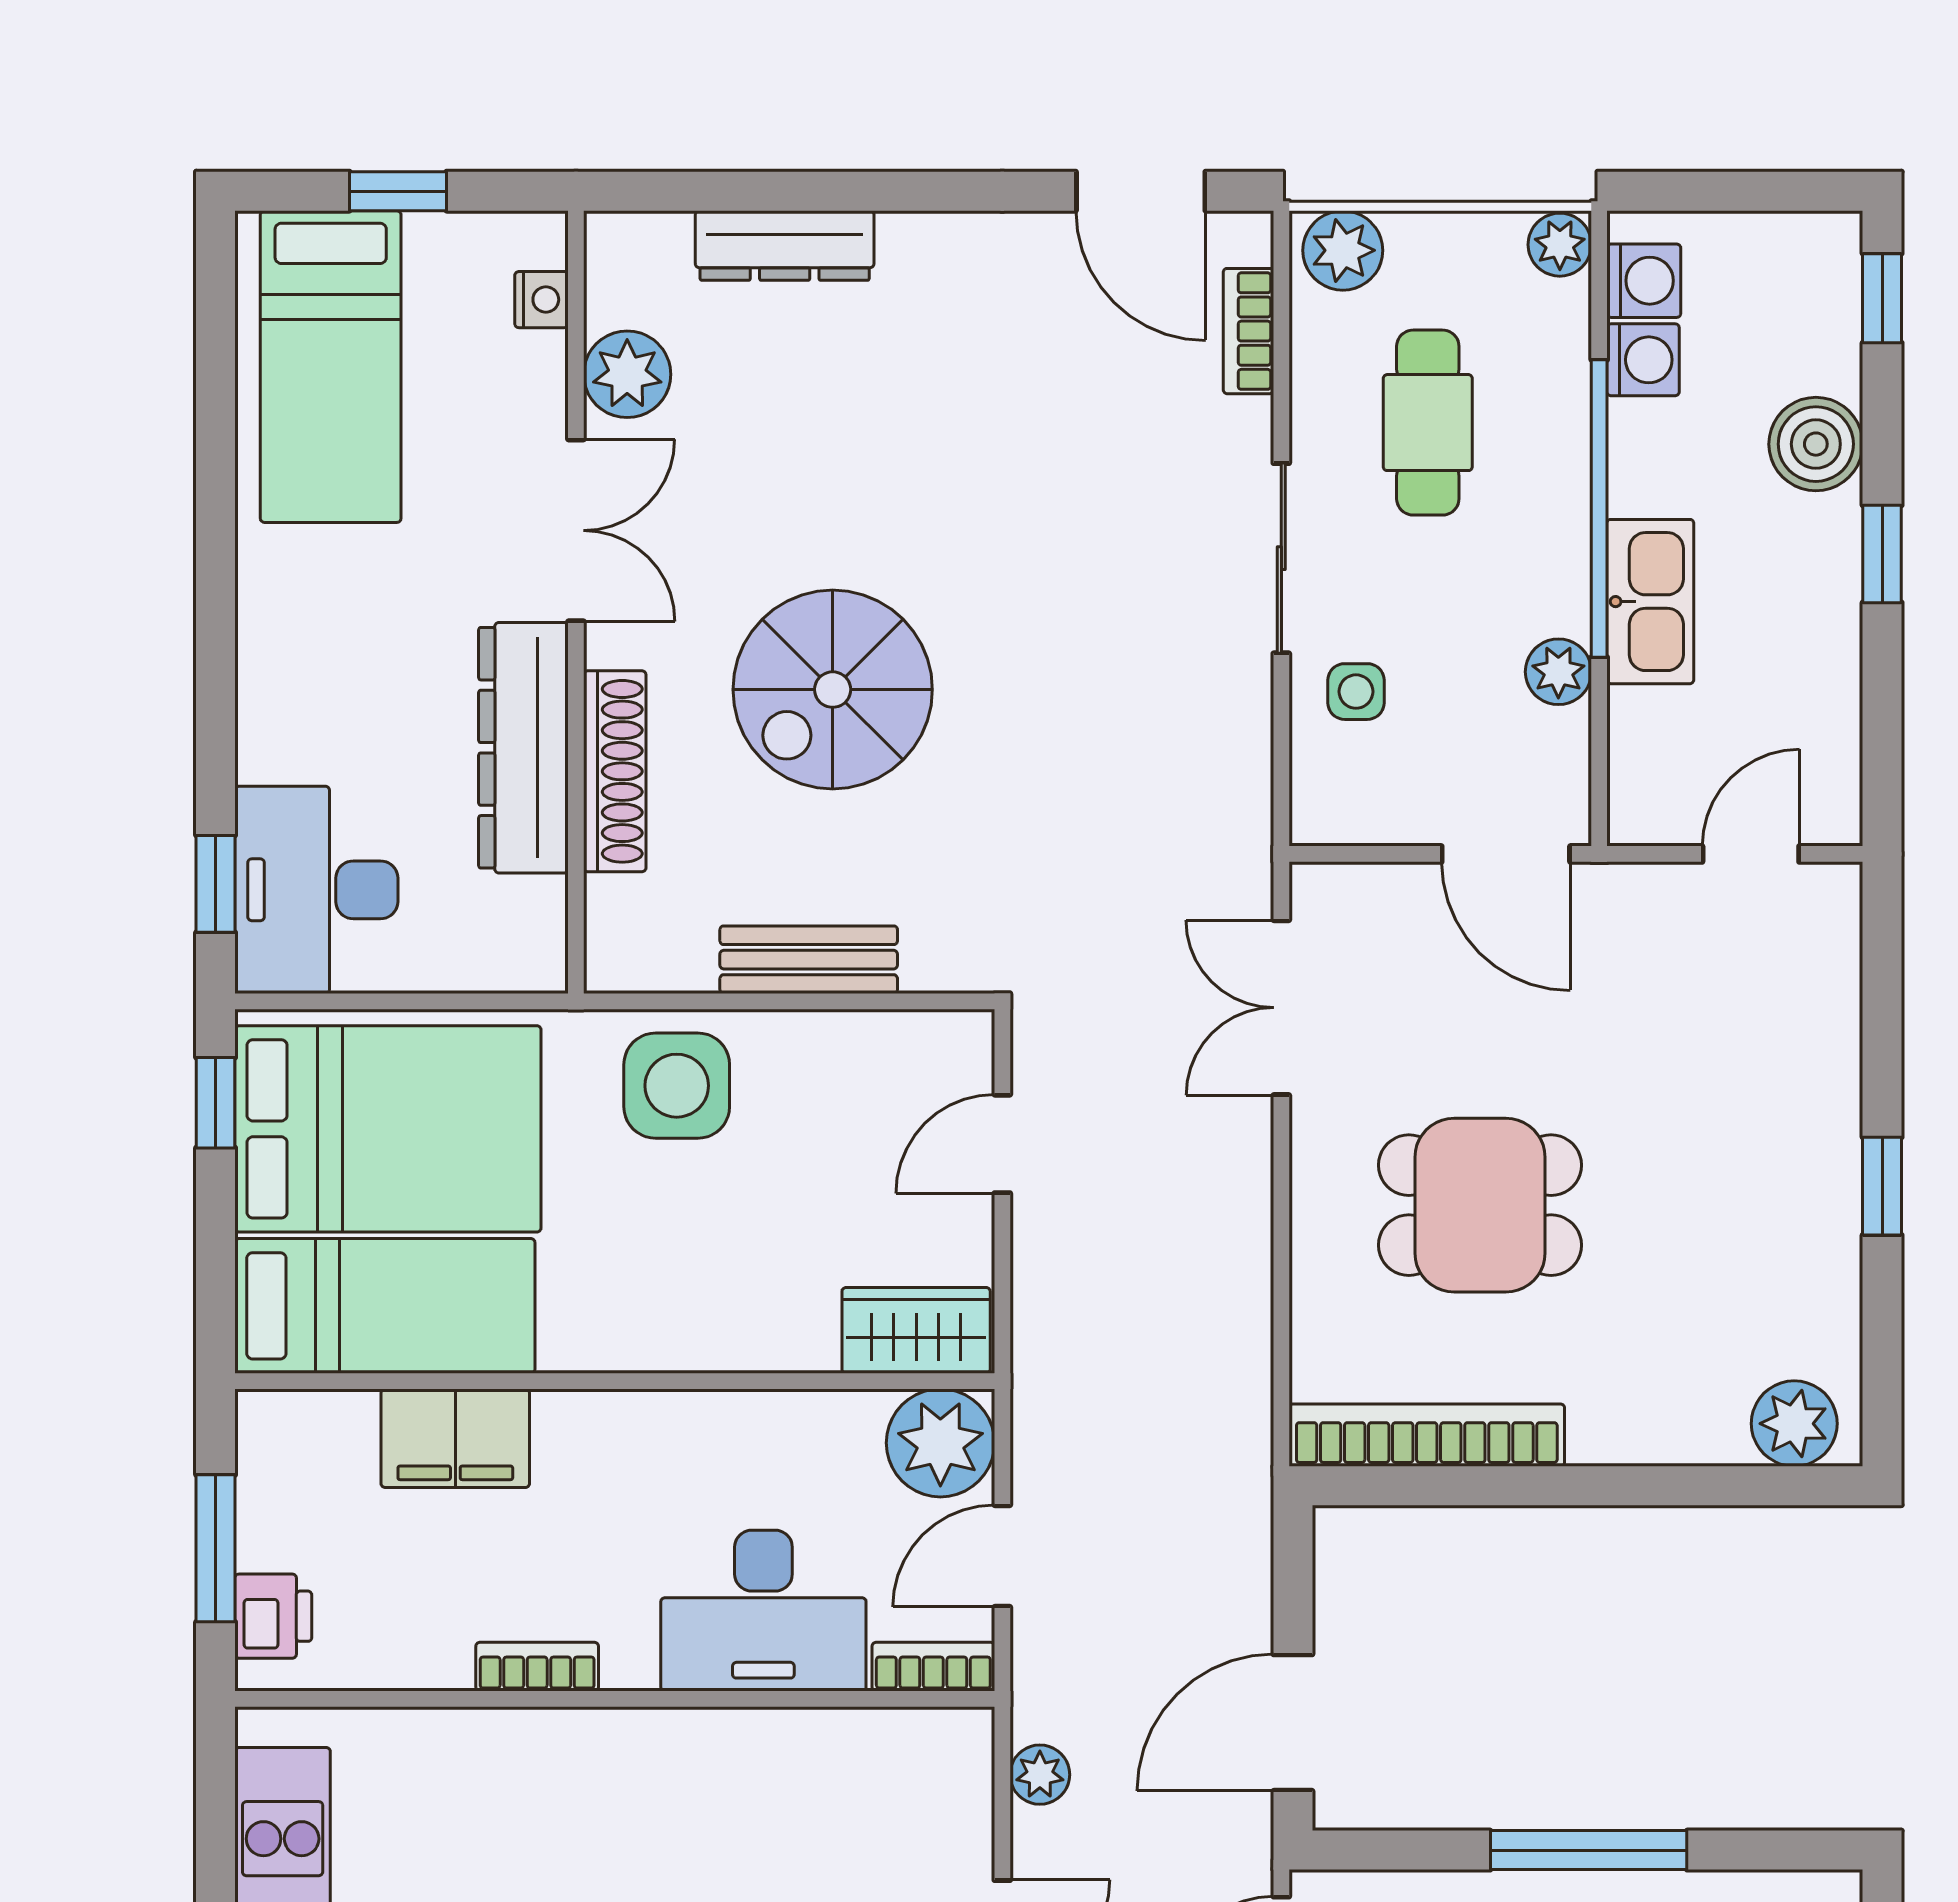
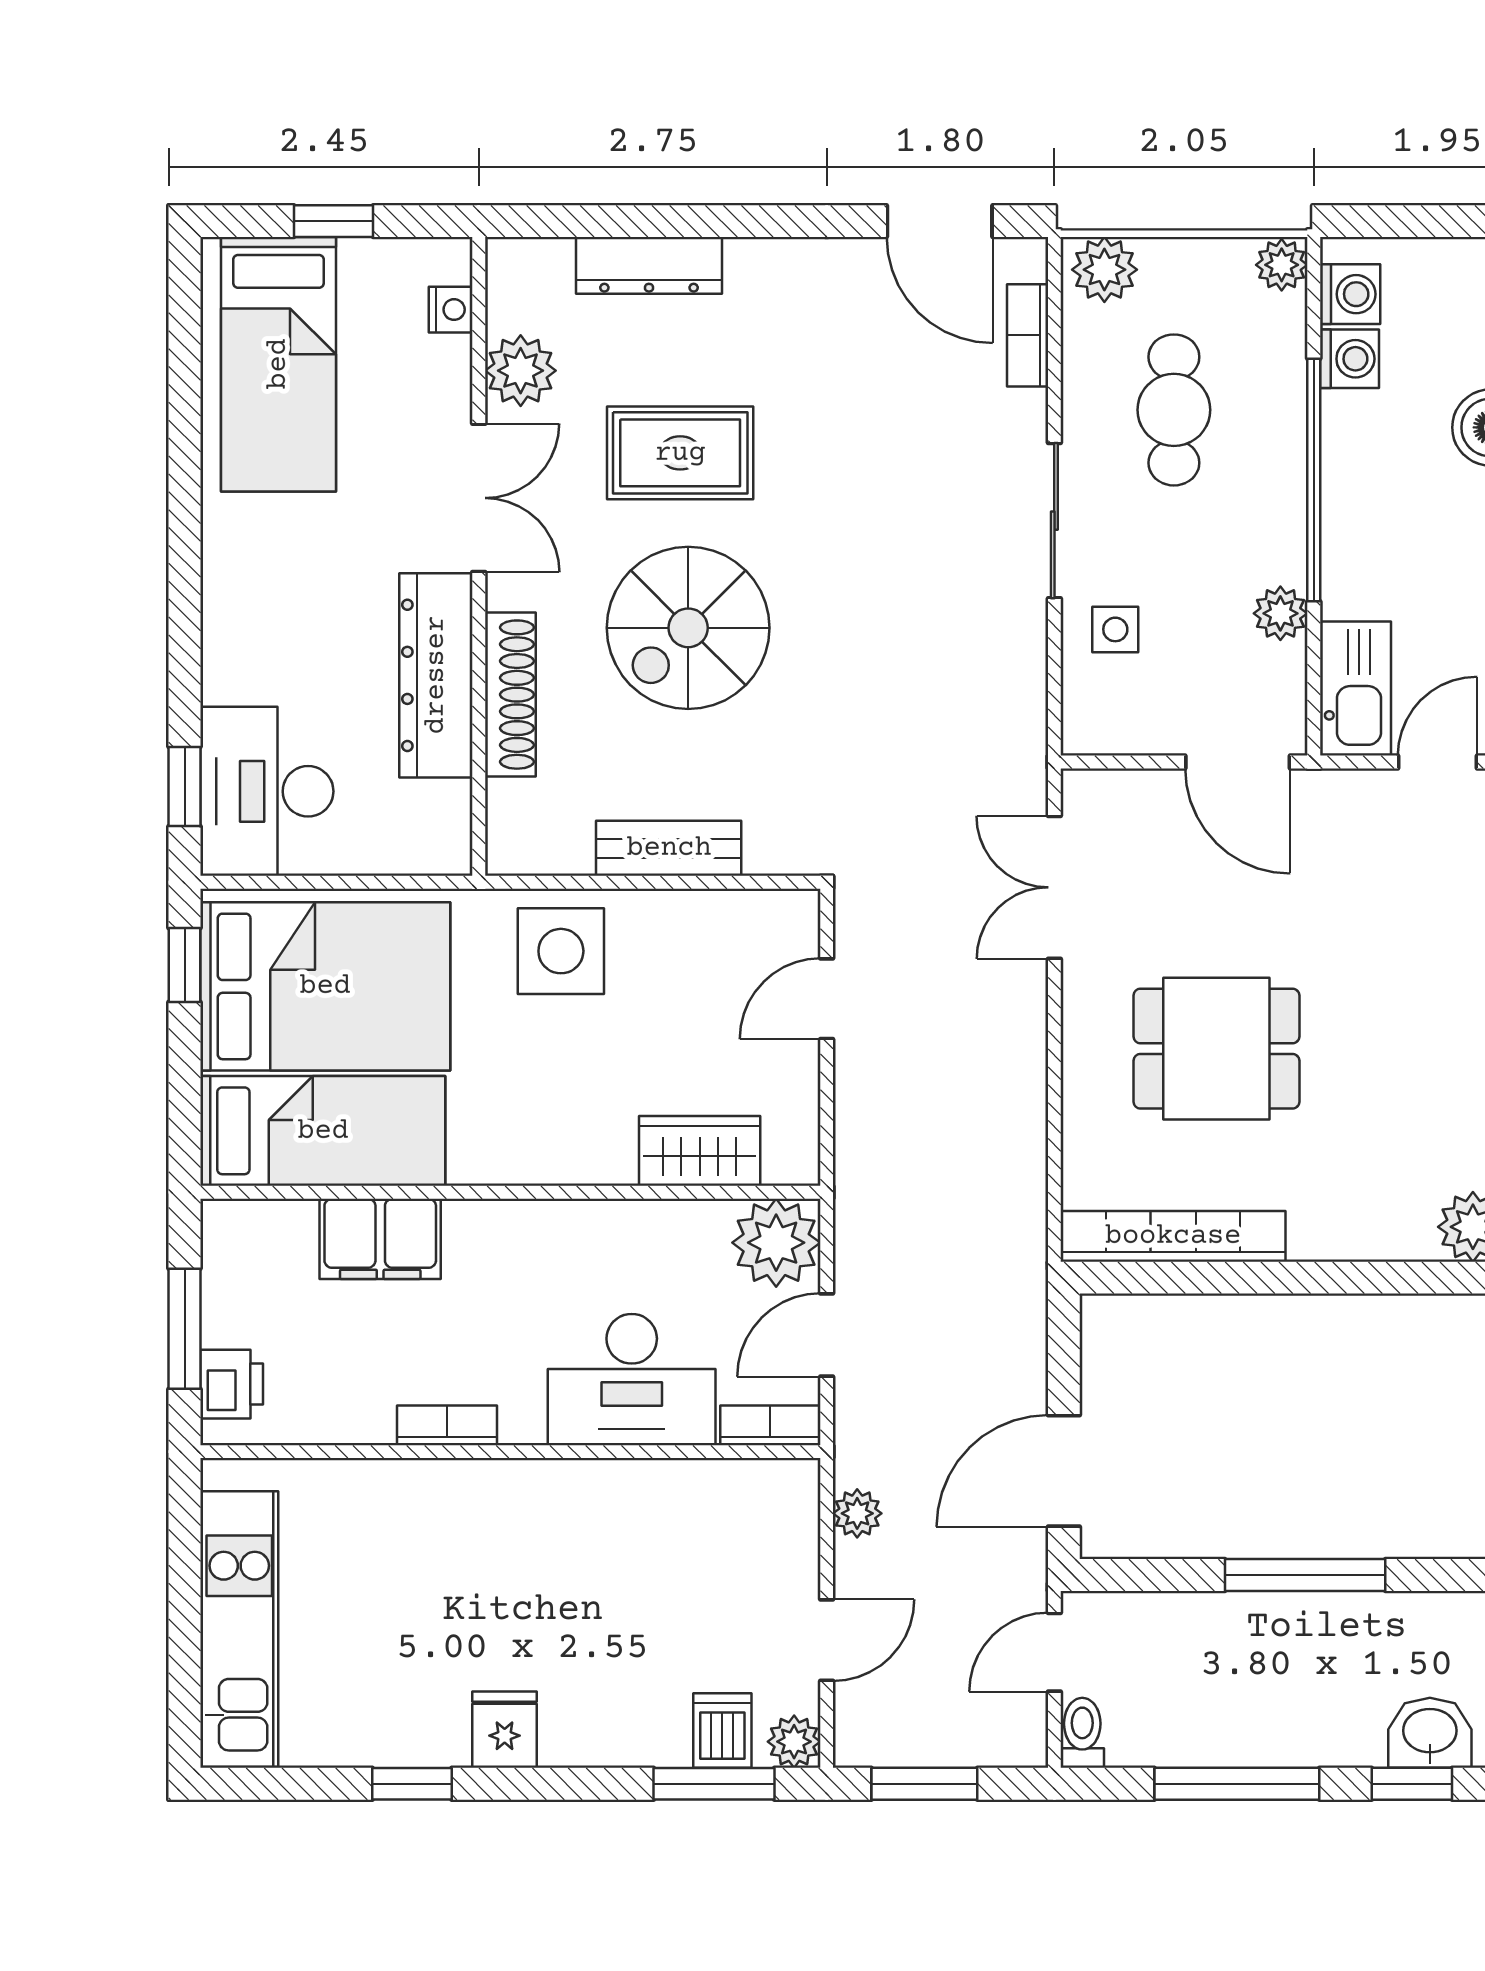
rug: (823, 475) -> (680, 453), added
kitchen sink: (1650, 602) -> (1355, 689), moved
wardrobe: (916, 1330) -> (700, 1151), moved

